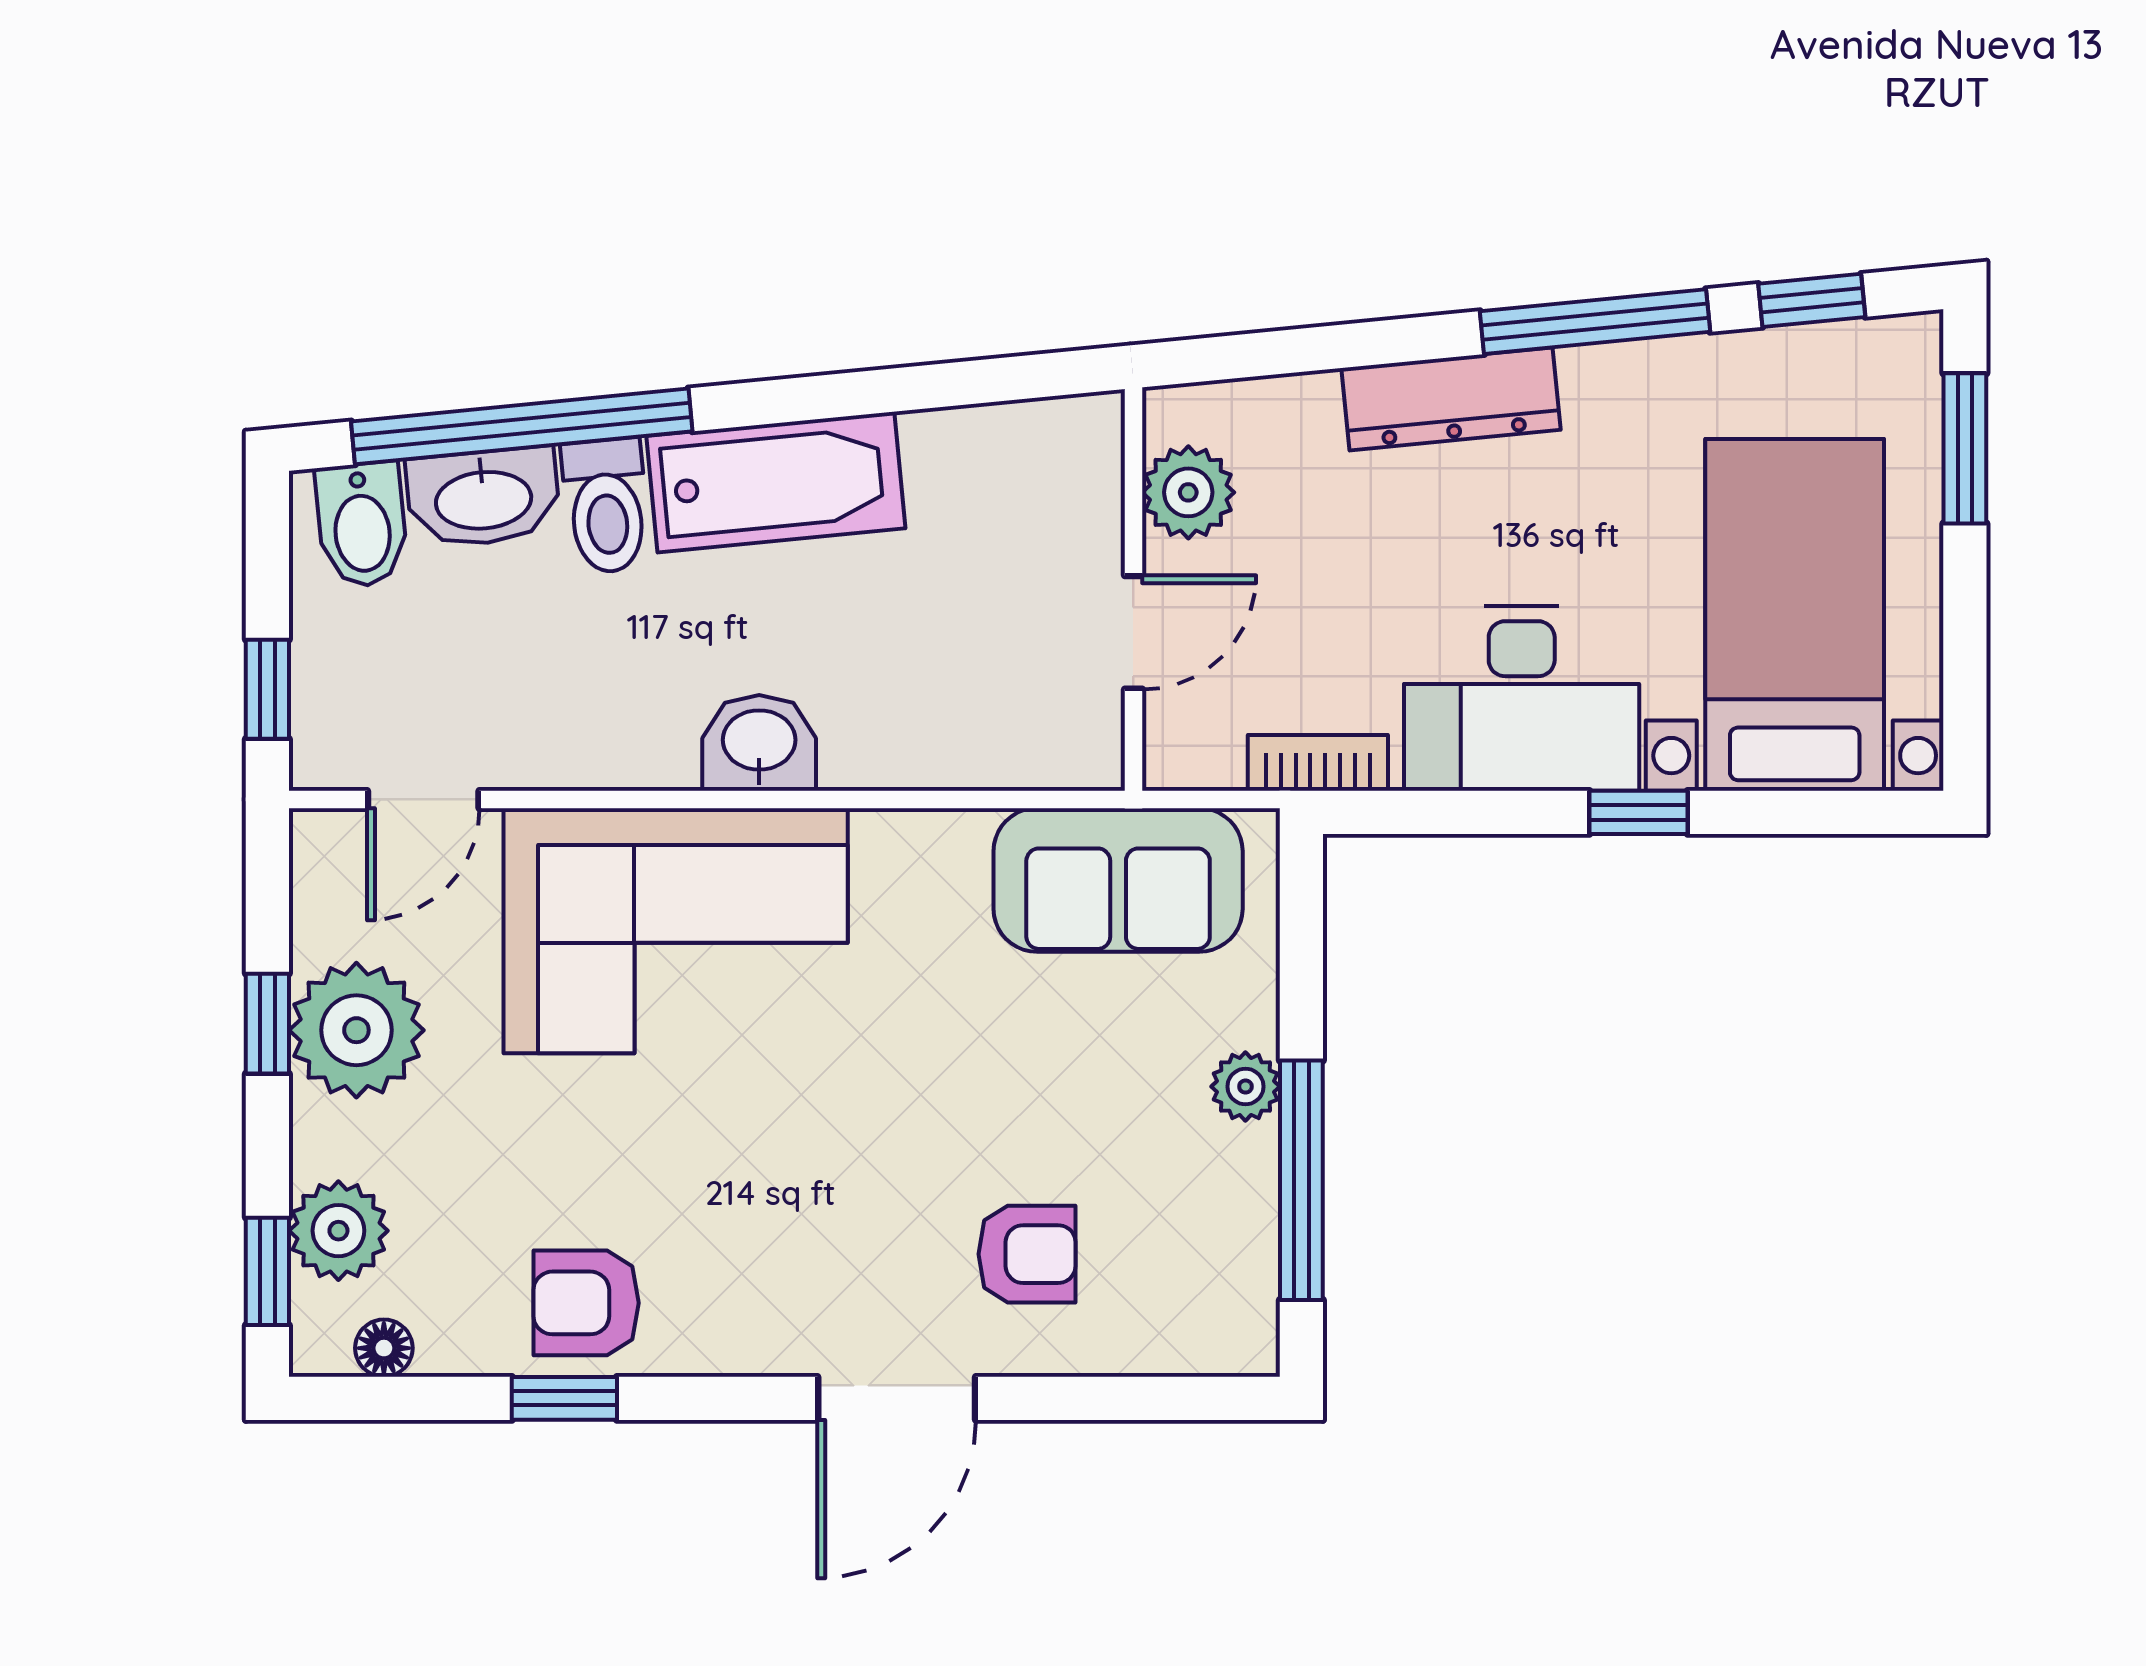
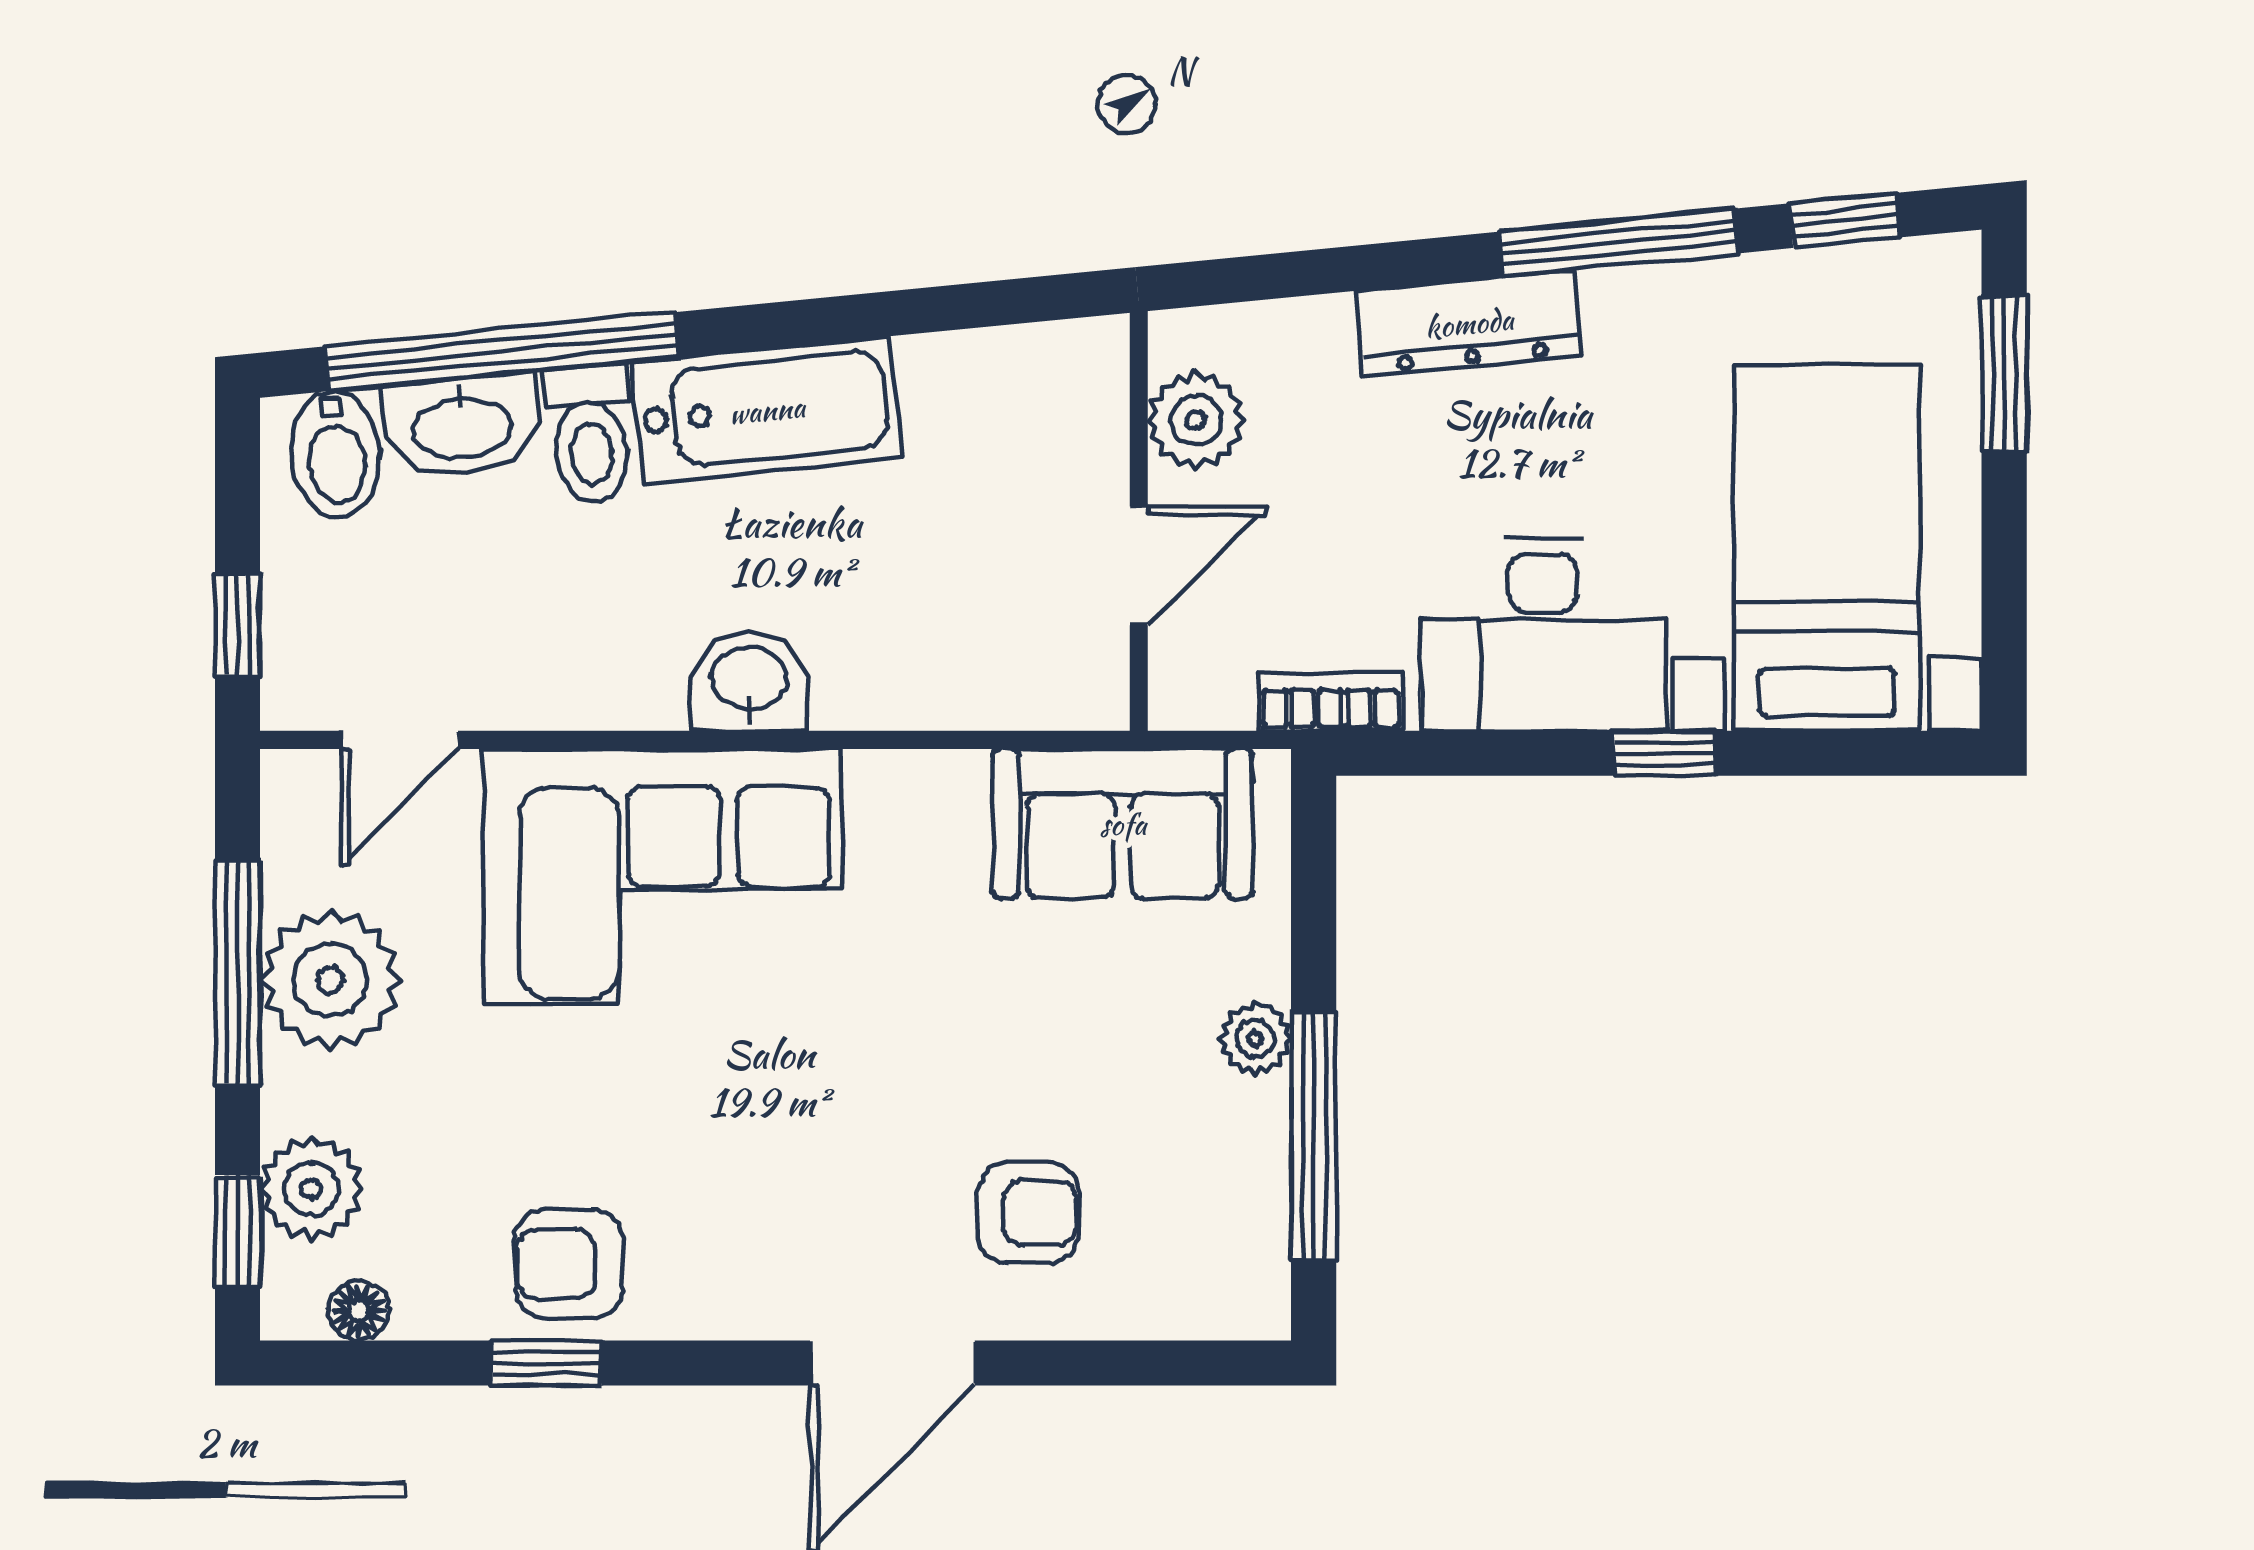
window: (267, 1024) -> (237, 973), width x2.17

